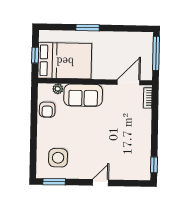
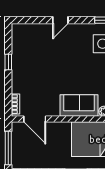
door: (129, 82) -> (35, 119), hinge flipped
window: (154, 165) -> (8, 62), moved

